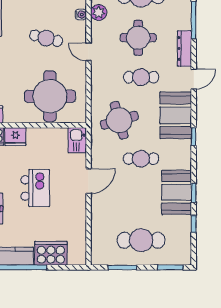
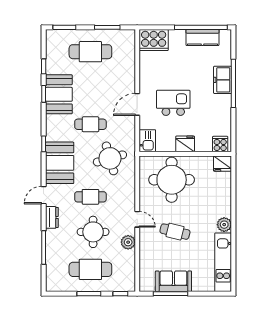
plant: (99, 12) -> (128, 242), moved
water cooler: (81, 15) -> (144, 252), removed
dresser: (184, 49) -> (52, 217), width x0.70
fridge: (15, 137) -> (185, 144), moved
kitchen island: (35, 188) -> (173, 103), moved, turned 90
cooker: (51, 253) -> (154, 40), moved

